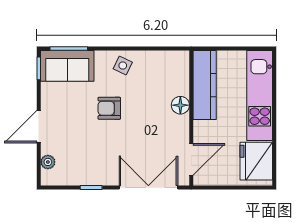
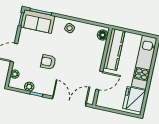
floor lamp: (180, 105) -> (103, 35), moved
armchair: (109, 108) -> (48, 62), moved
door: (191, 159) -> (99, 81), moved
plant: (76, 178) -> (29, 87), added

